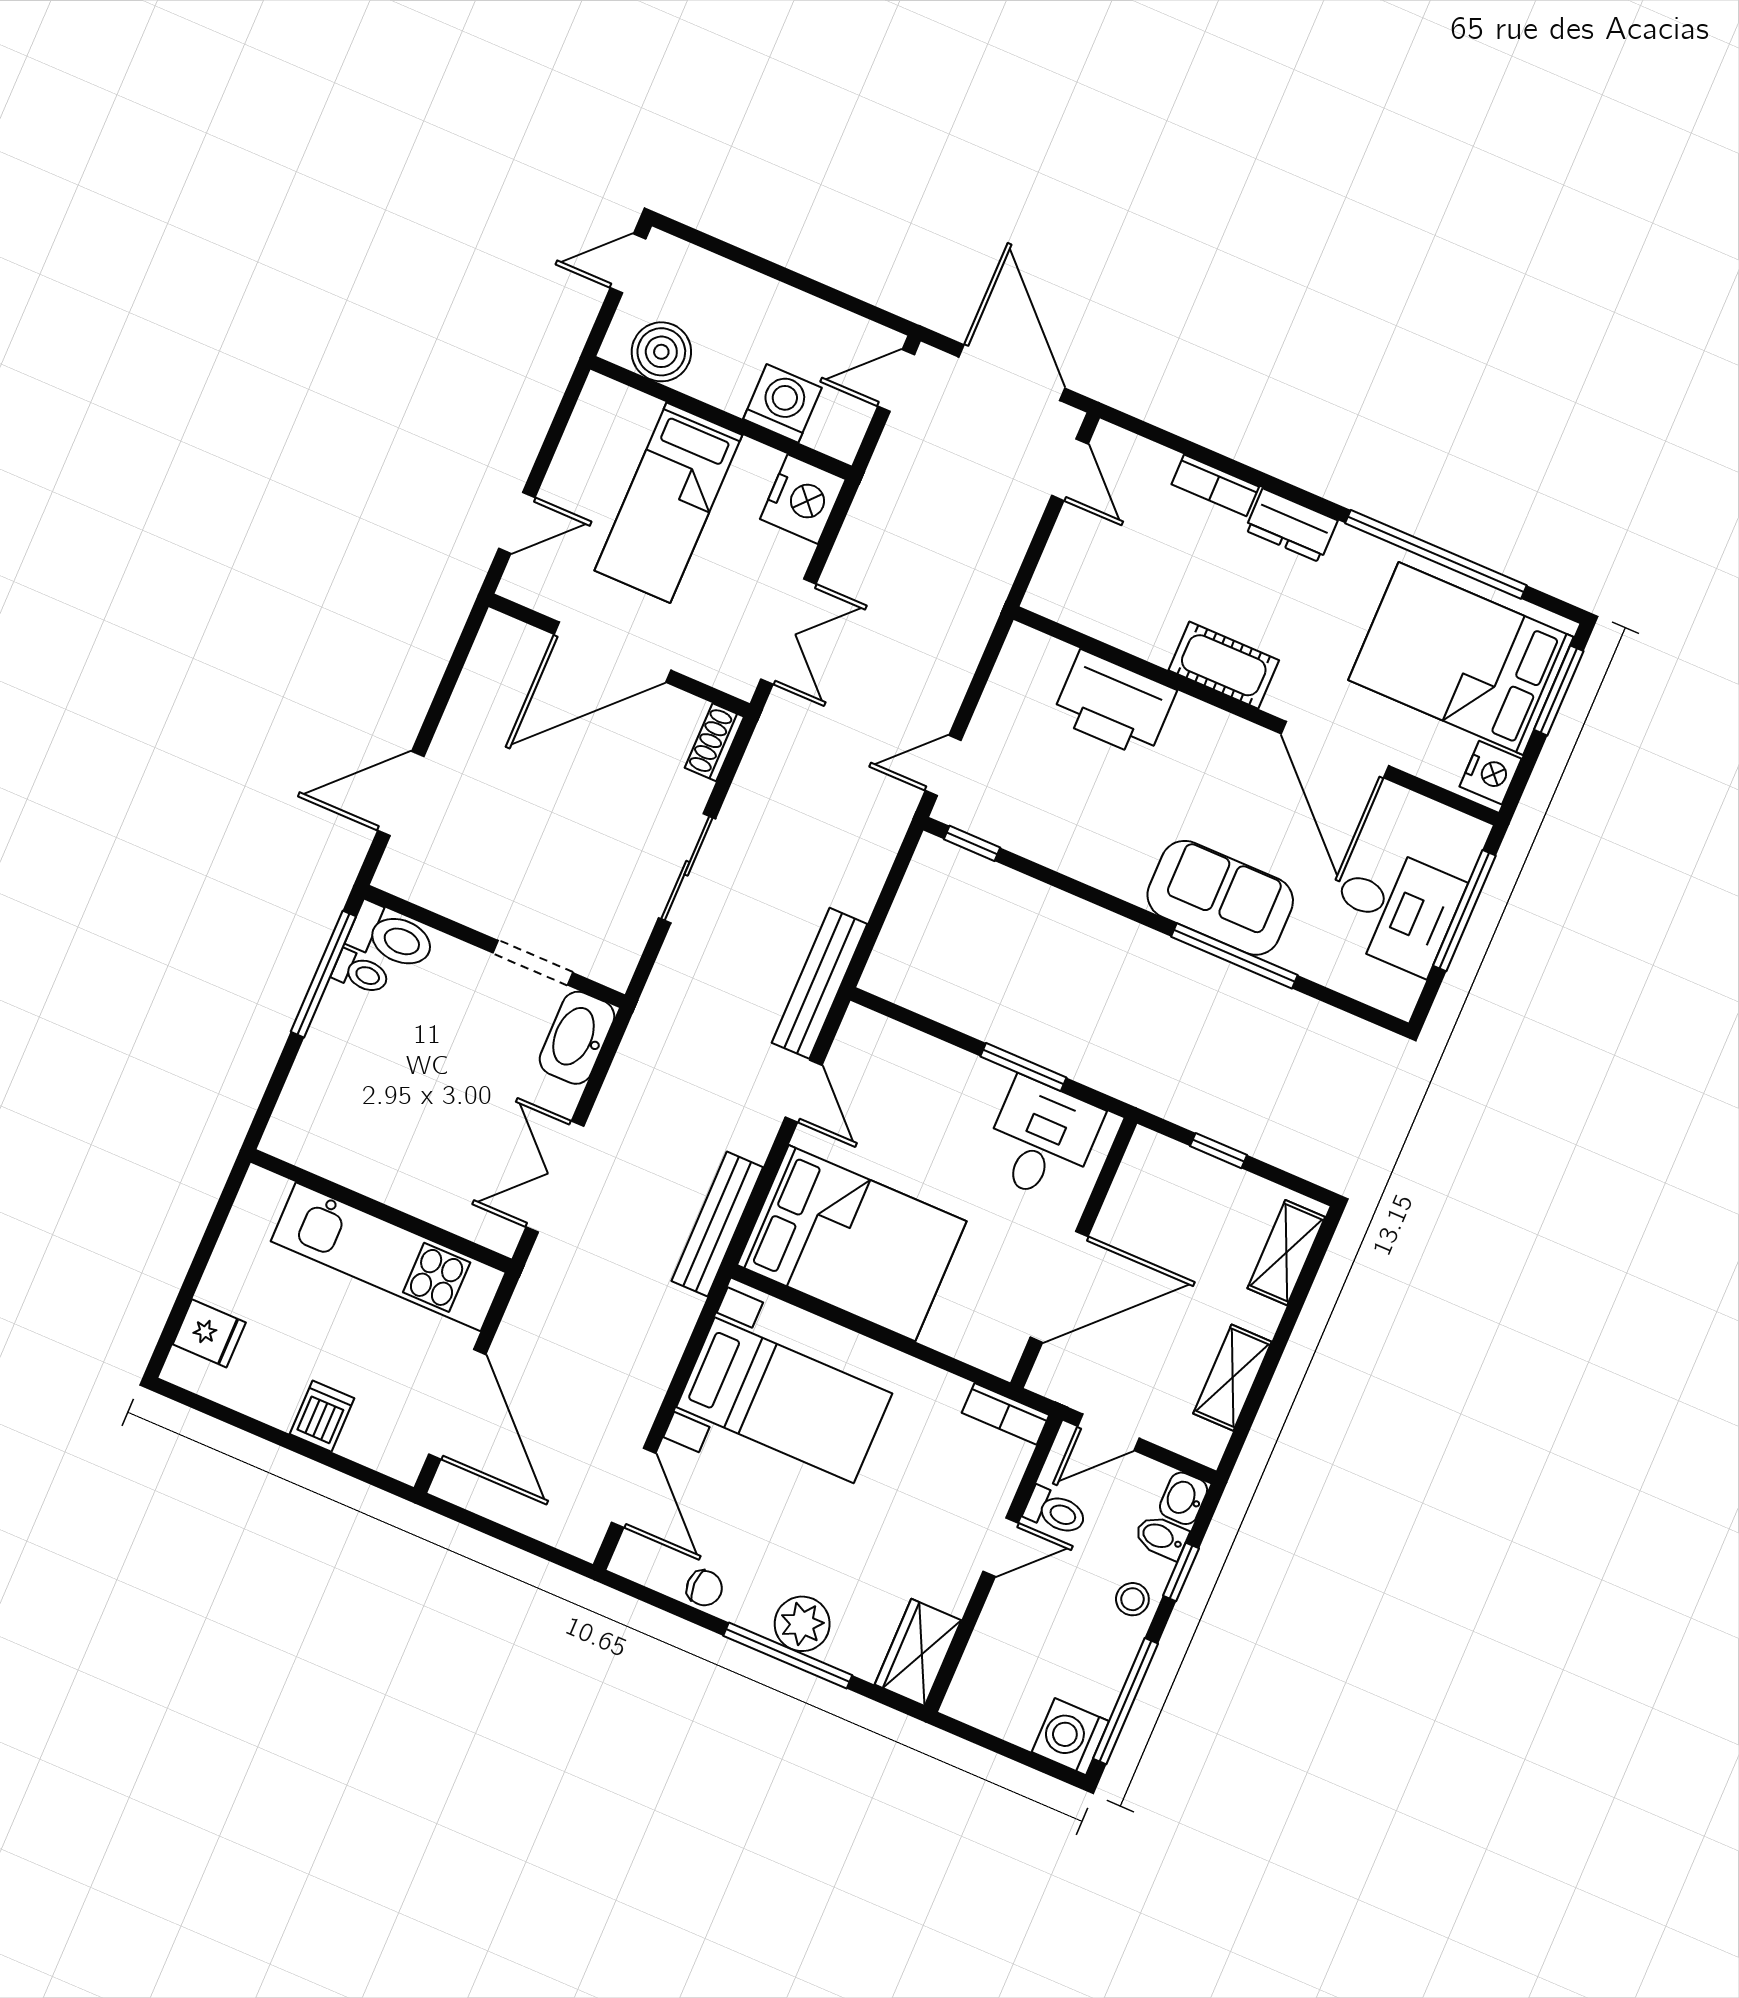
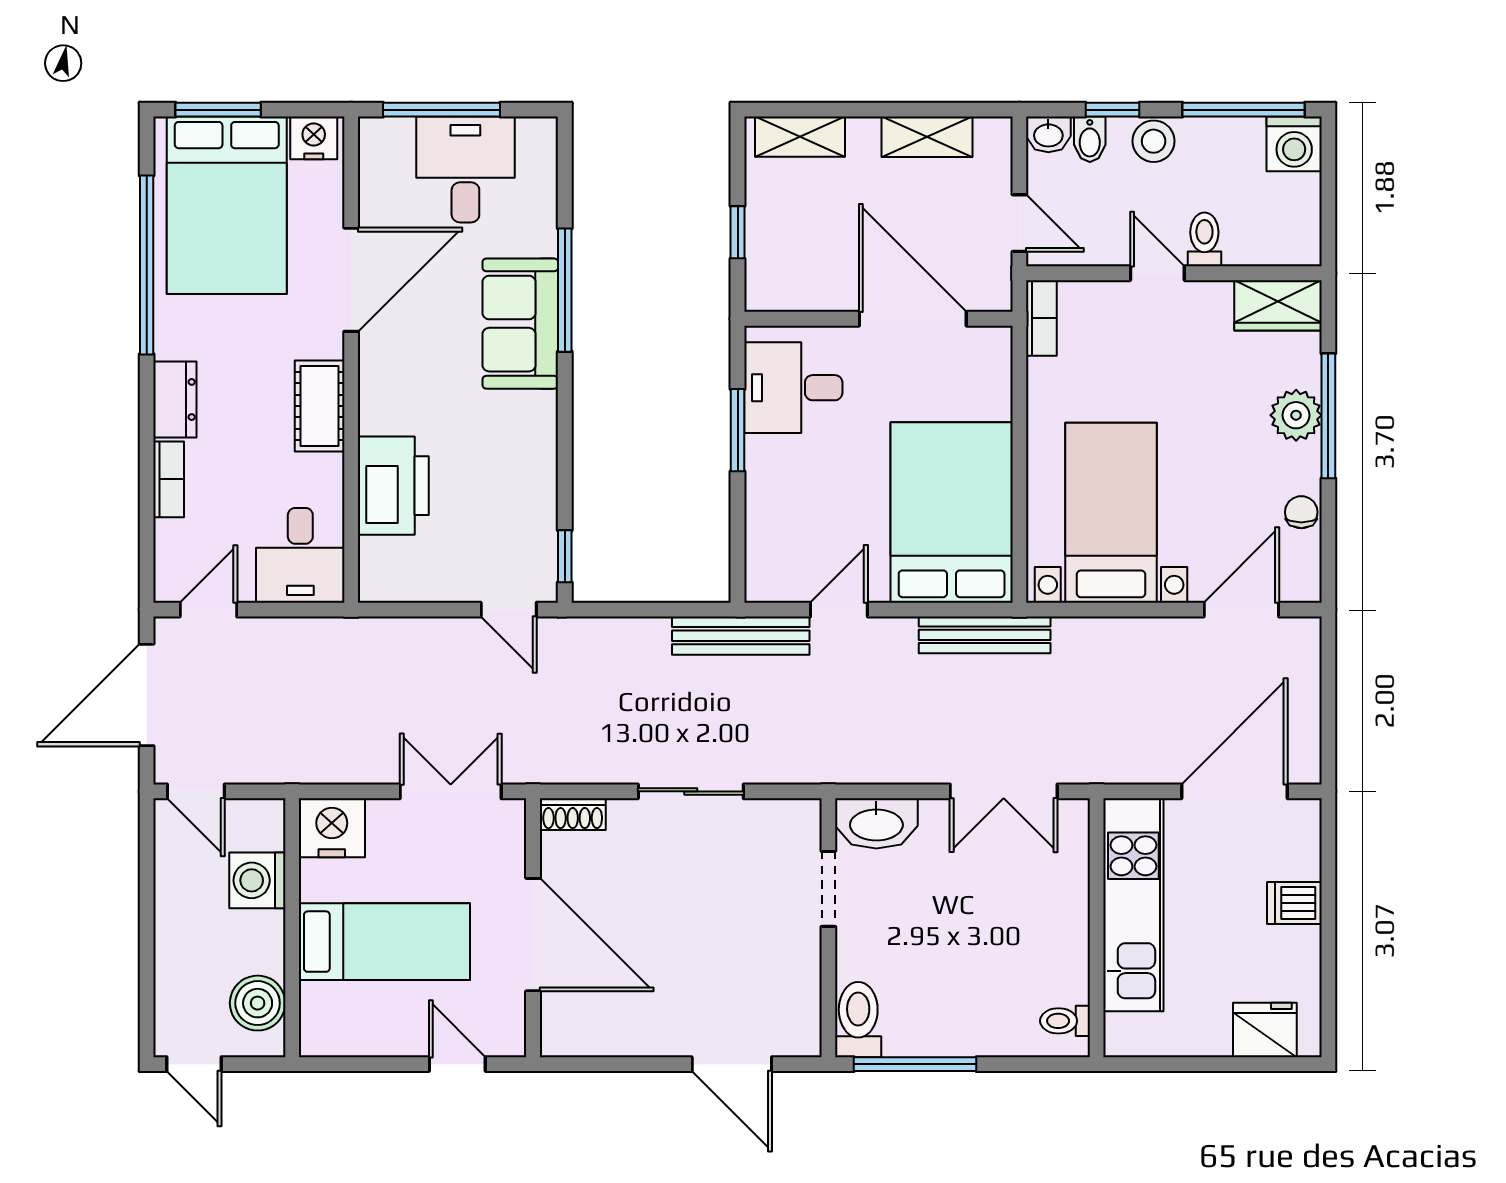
desk: (1085, 583) -> (300, 555), added
toilet: (361, 973) -> (1065, 1021), moved, turned -90
fridge: (209, 1333) -> (1265, 1030), width x1.38
toilet: (1055, 1512) -> (1204, 239), moved
stool: (1132, 1599) -> (1154, 141), width x1.37, depth x1.37

